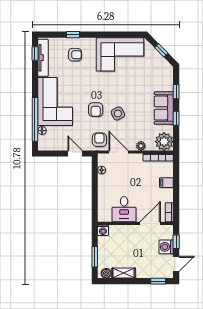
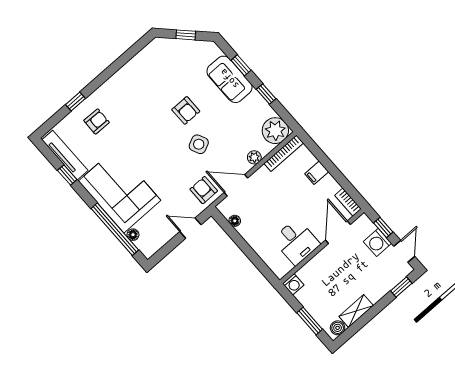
window: (35, 54) -> (67, 175), moved
corner sofa: (120, 54) -> (145, 78), removed
sofa: (164, 108) -> (229, 79), moved
armchair: (96, 110) -> (186, 110), moved

